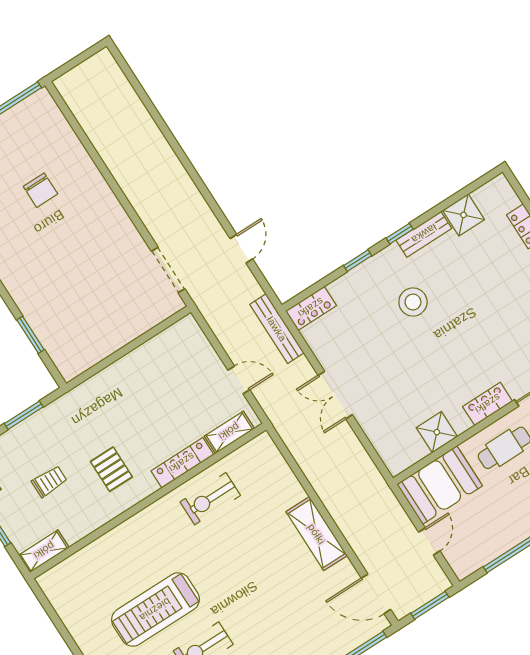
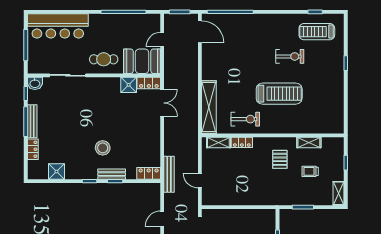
bench: (424, 234) -> (112, 174), moved
door: (239, 380) -> (200, 181), moved
double door: (335, 395) -> (162, 103), moved
locker: (488, 404) -> (149, 83), moved
locker: (182, 463) -> (242, 142), width x0.66
shelving: (317, 534) -> (209, 107), moved, width x1.47
shelving: (44, 551) -> (309, 143), moved
treadmill: (155, 610) -> (279, 94), moved

